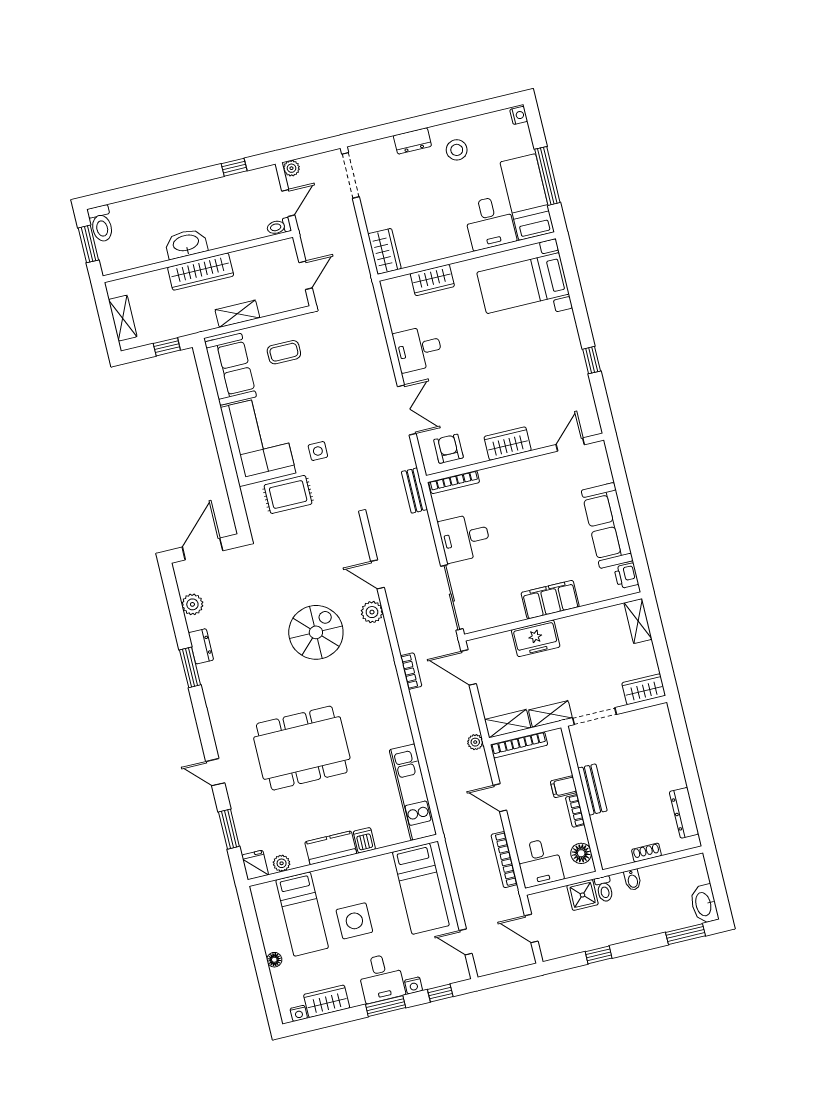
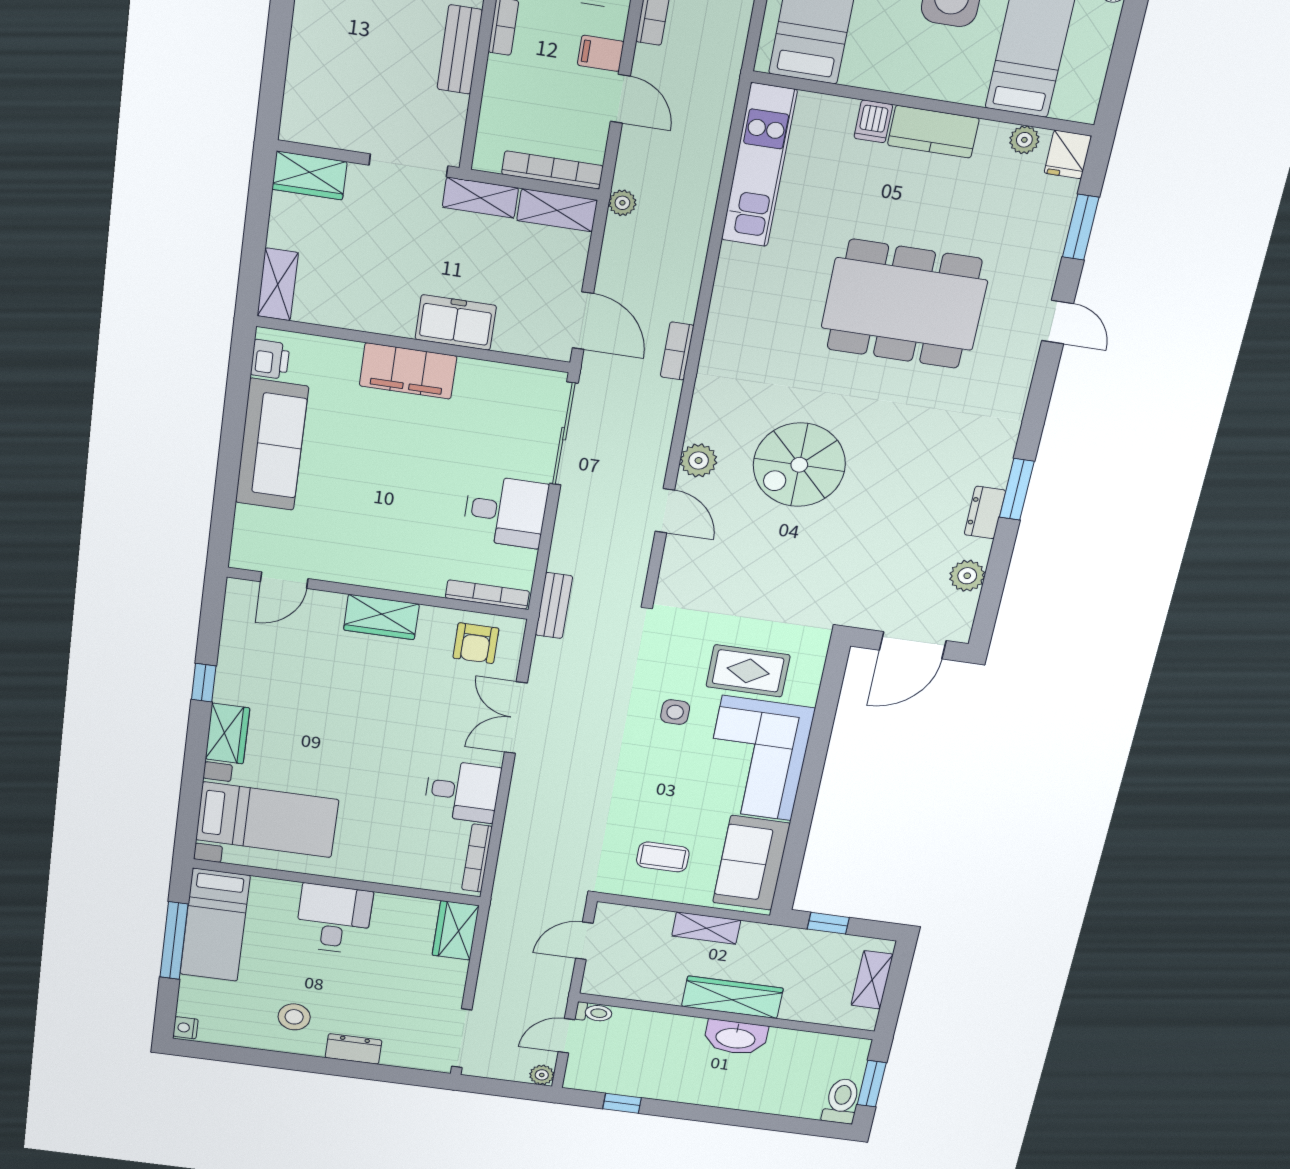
desk: (490, 223) -> (334, 919), moved
wardrobe: (432, 280) -> (227, 734), moved, turned 90
bookcase: (392, 307) -> (477, 858), added
filing cabinet: (564, 787) -> (601, 53), moved, turned 180

